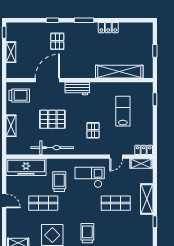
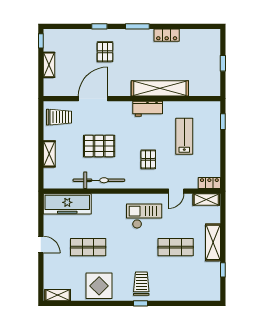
shelving: (119, 72) -> (160, 88), moved
workbench: (77, 89) -> (148, 109), moved
trolley: (59, 182) -> (107, 221), removed

